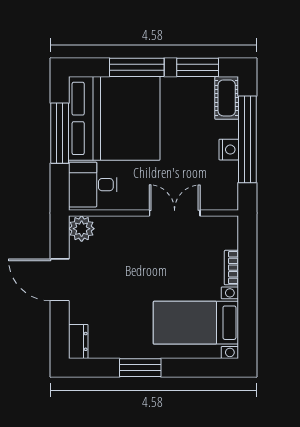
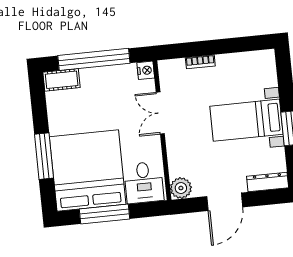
window: (198, 67) -> (39, 106), removed
nightstand: (229, 150) -> (146, 70), moved, turned 90
bed with nightstands: (196, 323) -> (246, 120), moved, turned 90
dresser: (78, 341) -> (268, 182), width x1.44

